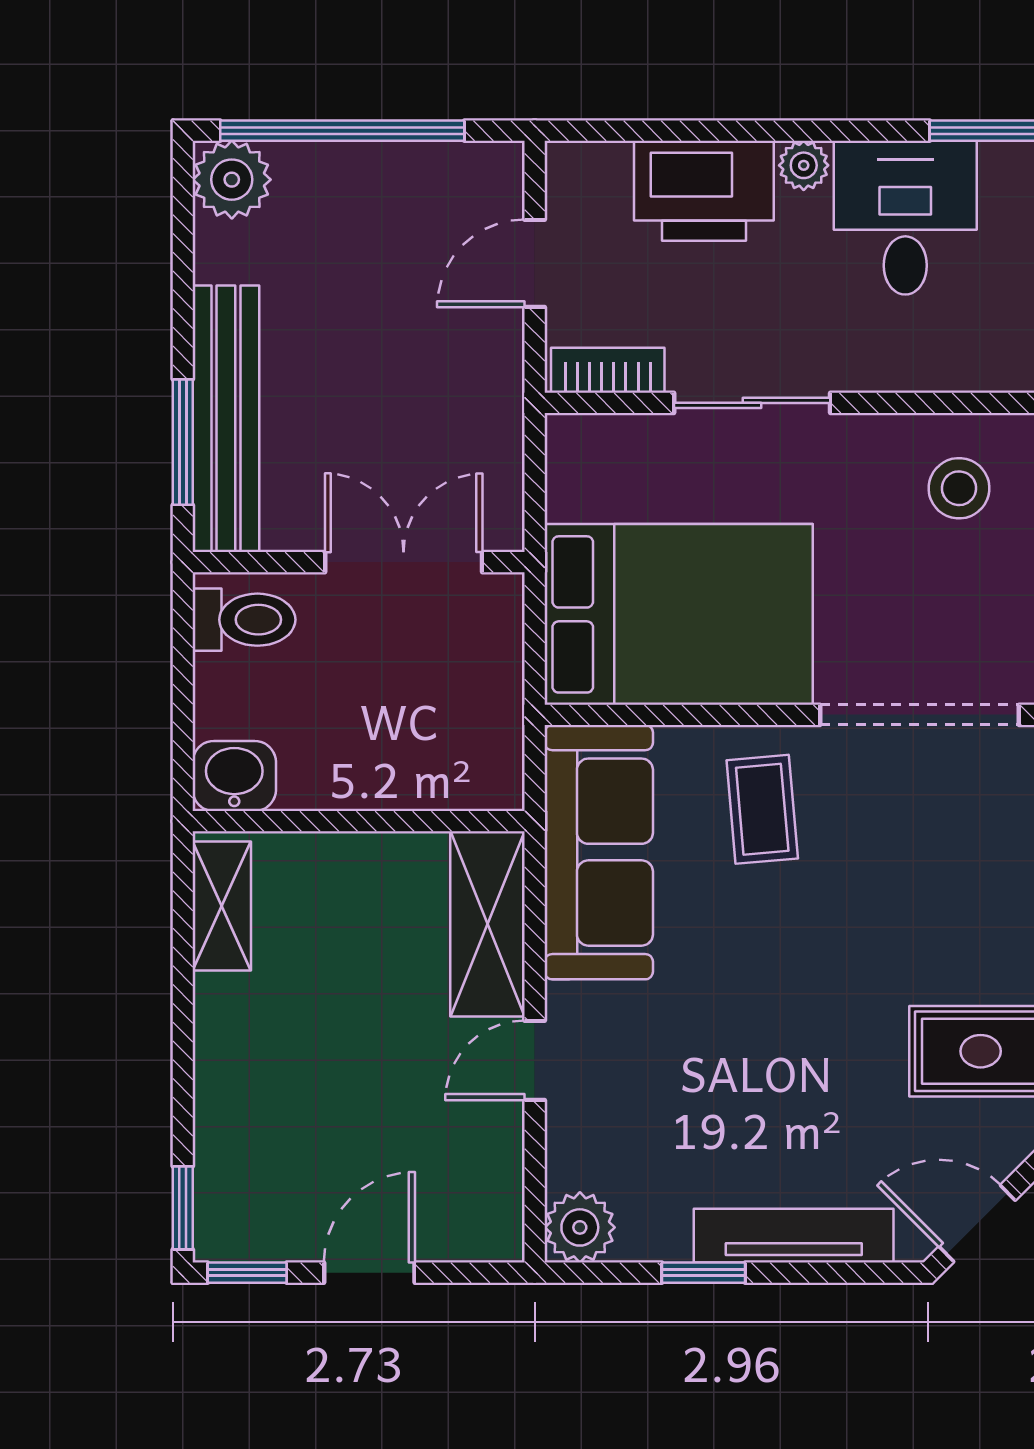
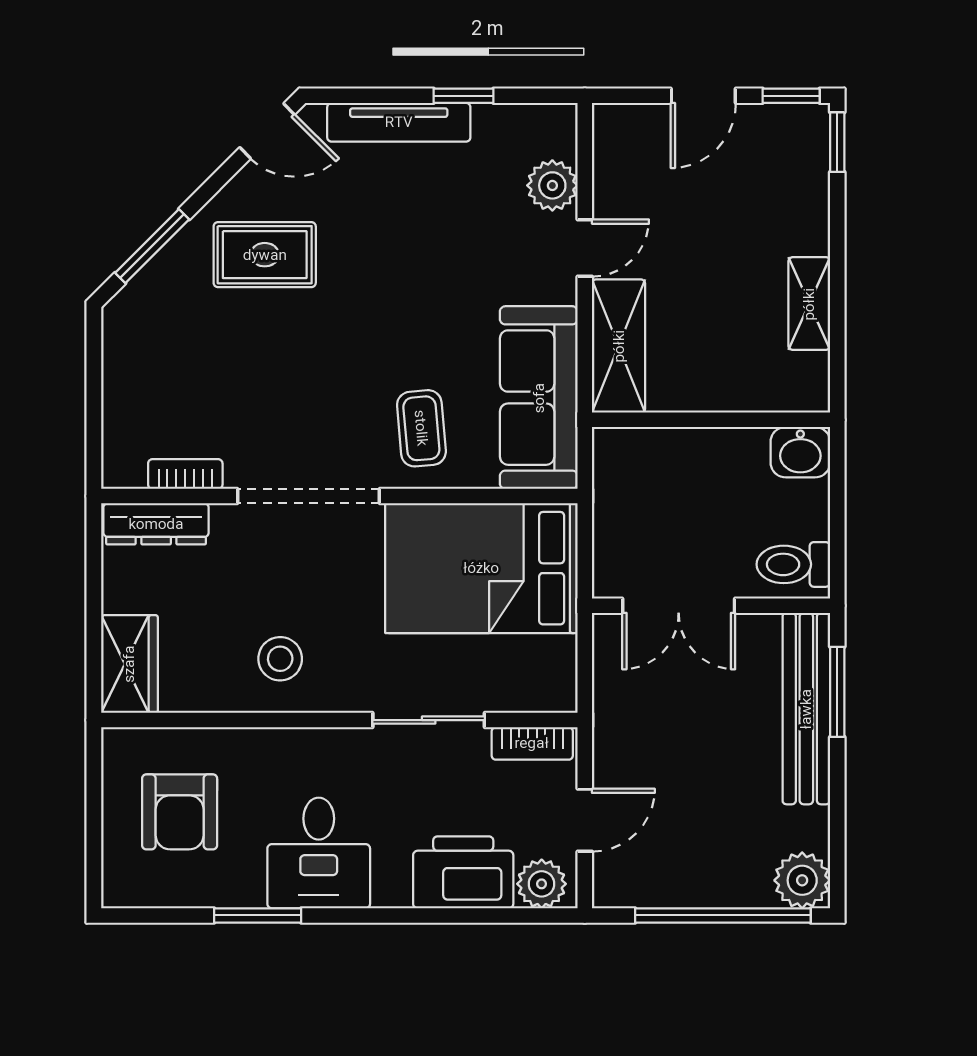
plant: (804, 165) -> (542, 884), moved, width x1.38, depth x1.38
shelving: (222, 906) -> (809, 304), moved
plant: (580, 1227) -> (552, 185), moved

